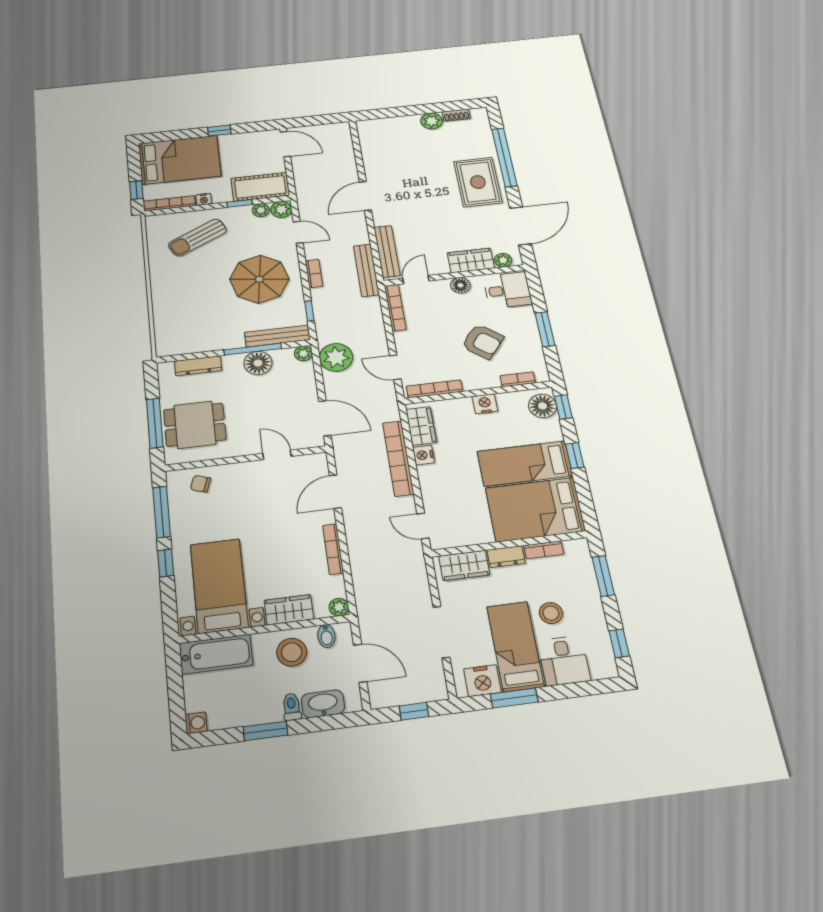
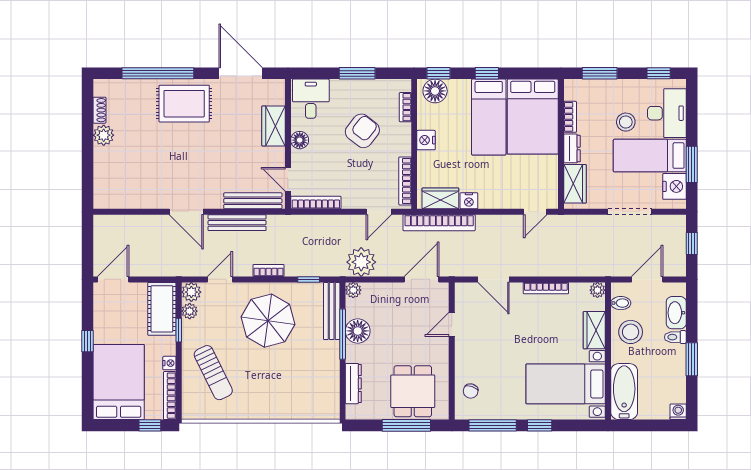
plant: (503, 260) -> (277, 97), removed
bench: (366, 270) -> (237, 223), moved
bookcase: (398, 458) -> (439, 223), moved
desk: (564, 661) -> (667, 113), width x1.37

